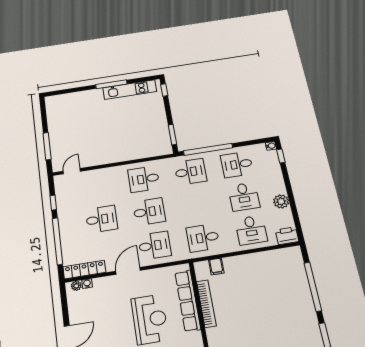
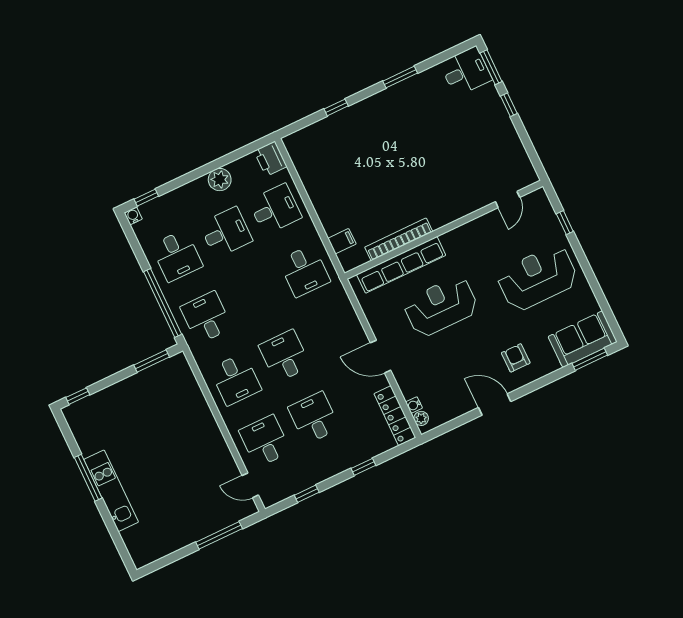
kitchen unit: (130, 90) -> (111, 491), moved
window: (57, 241) -> (363, 467), width x0.32
desk: (155, 245) -> (265, 441), moved
window: (313, 287) -> (336, 107), width x0.32

